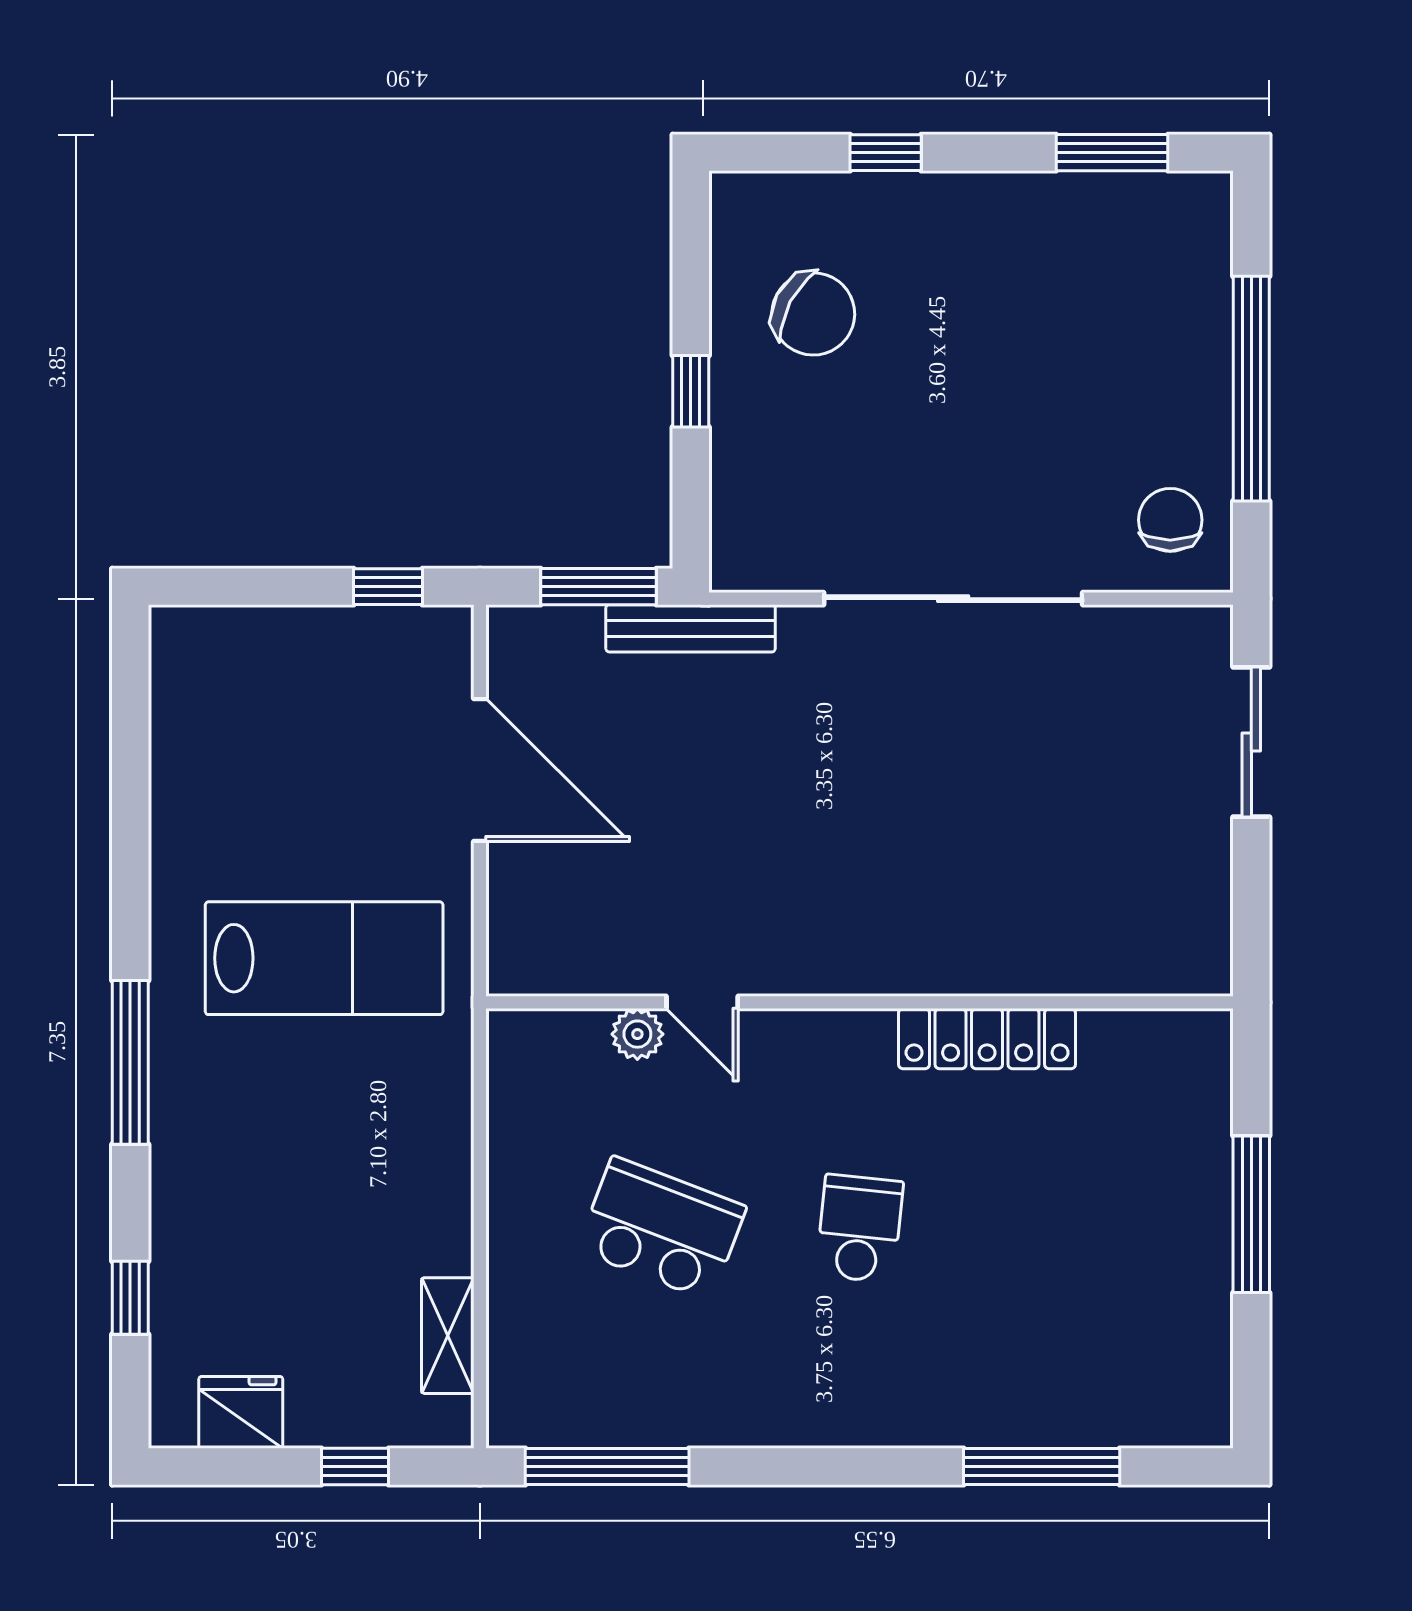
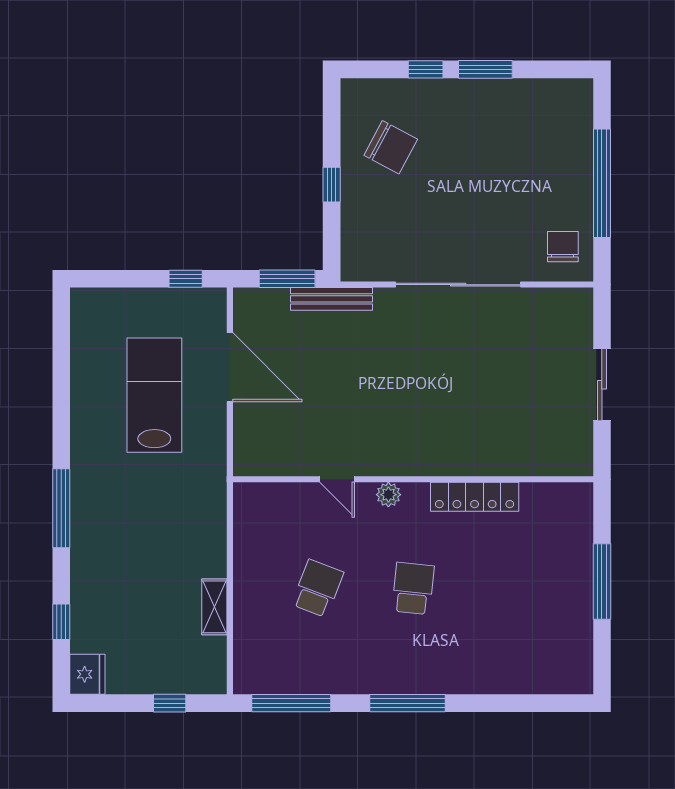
window: (1112, 153) -> (485, 69), moved
sliding door: (1251, 742) -> (602, 385), moved
lab bench: (324, 958) -> (154, 395), moved, turned -90
plant: (637, 1034) -> (388, 495), moved
school desk: (662, 1228) -> (318, 588), width x0.54
shelving: (448, 1336) -> (214, 607), moved
fridge: (241, 1412) -> (87, 674), moved, turned 90
window: (1042, 1467) -> (408, 703), moved

